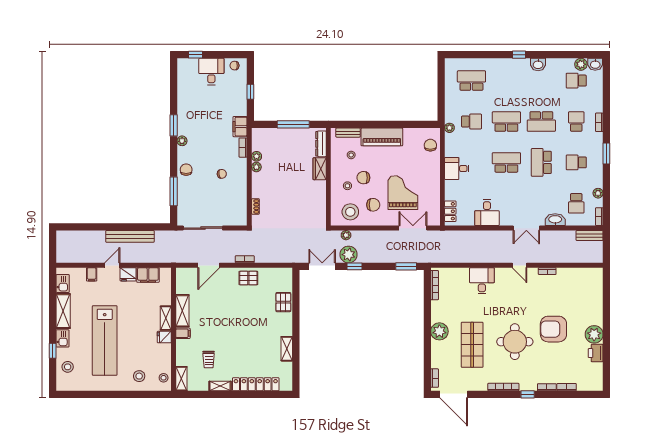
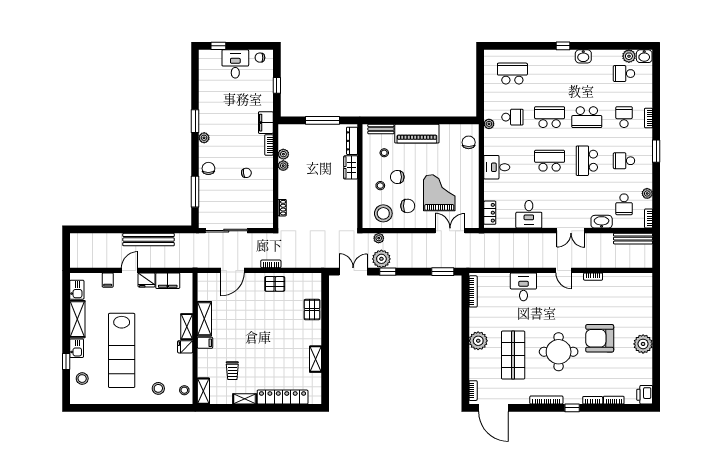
bench: (590, 235) -> (633, 239), width x1.36
printer: (596, 353) -> (645, 395), moved

